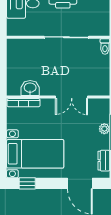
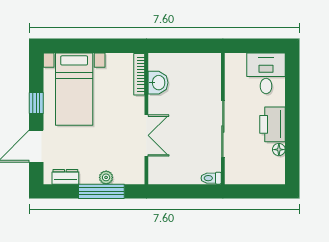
double door: (72, 97) -> (146, 135), swing flipped
window: (27, 183) -> (36, 103), moved

